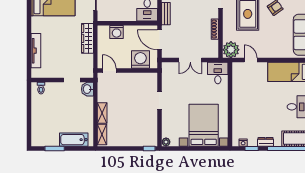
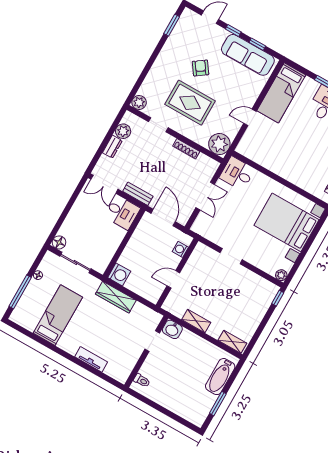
washing machine: (117, 32) -> (119, 274), moved
door: (160, 40) -> (163, 218), swing flipped
tv unit: (36, 51) -> (91, 359), width x0.71
washing machine: (140, 60) -> (180, 249), width x0.53, depth x0.53
door: (251, 60) -> (250, 117), moved
door: (109, 71) -> (173, 279), moved
shelving: (102, 113) -> (196, 321), moved

